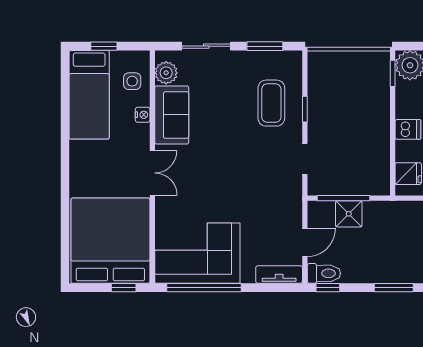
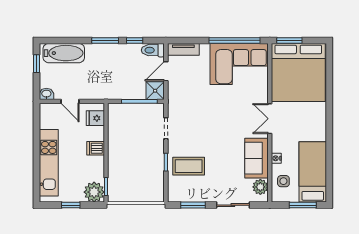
window: (104, 46) -> (303, 205), width x1.50
coffee table: (271, 103) -> (189, 166), turned 90
shower: (349, 214) -> (155, 91), moved
window: (124, 288) -> (289, 40), width x1.50
window: (328, 288) -> (135, 40), moved

